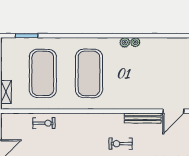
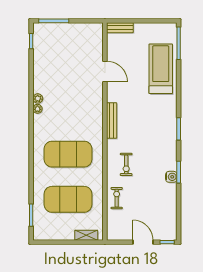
plant: (125, 42) -> (38, 98), moved
bench: (143, 118) -> (112, 120), moved
exercise bike: (121, 144) -> (126, 164), moved

